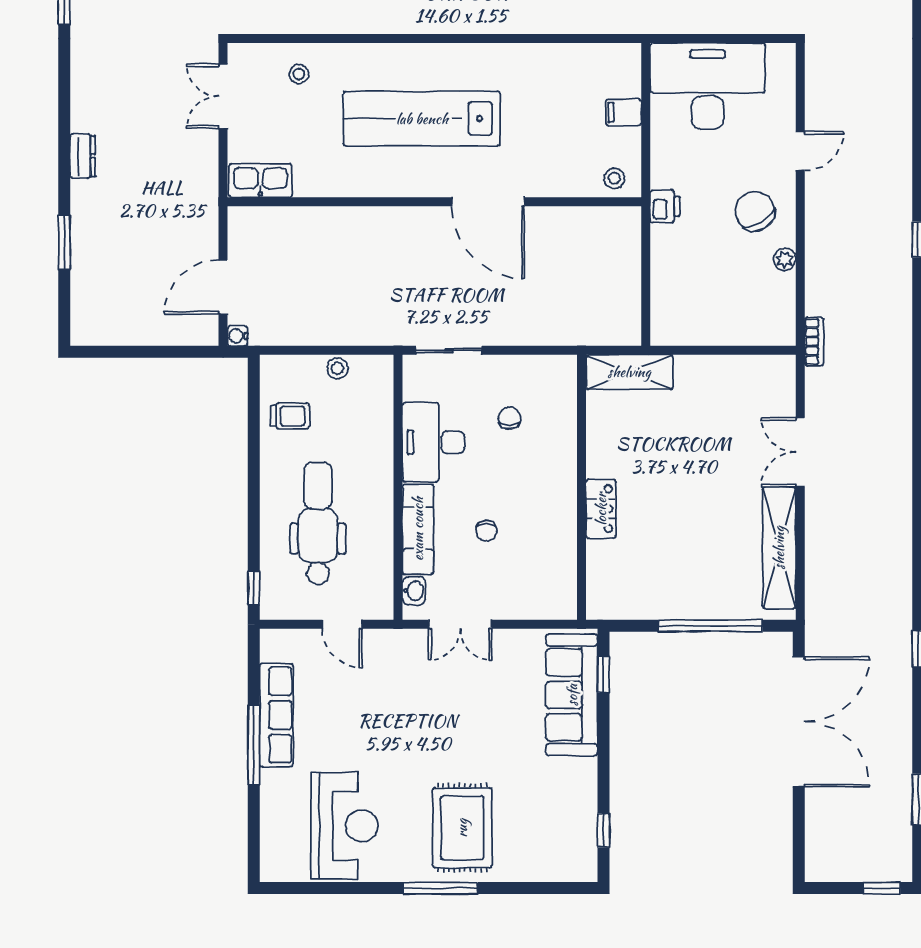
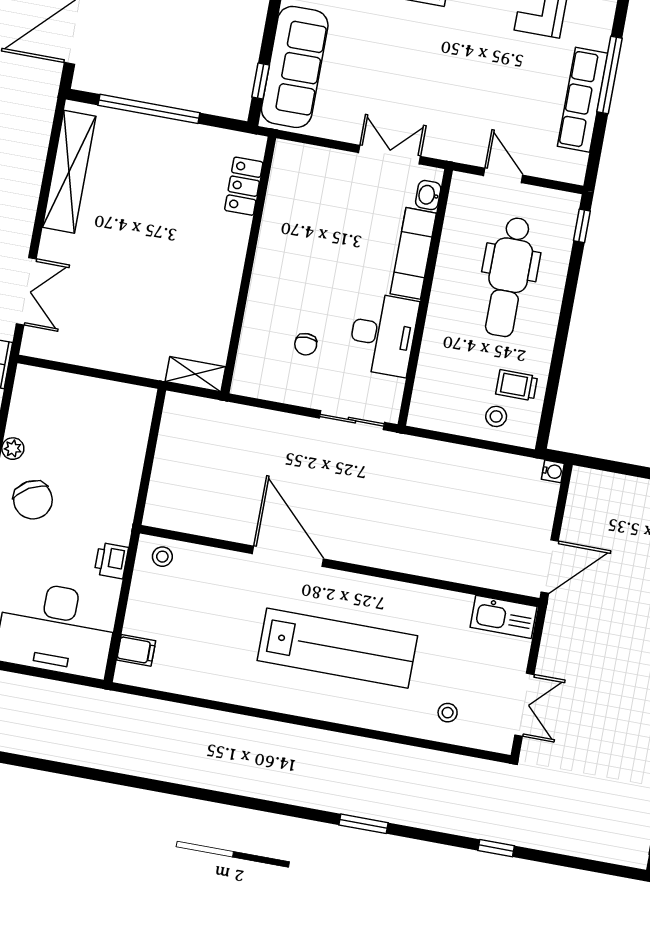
filing cabinet: (623, 112) -> (136, 650), moved
printer: (665, 206) -> (111, 561), moved
door: (223, 287) -> (550, 567), moved
stool: (337, 368) -> (496, 416), moved
shelving: (629, 372) -> (195, 374), width x0.67, depth x0.75
double door: (800, 452) -> (26, 291), moved
locker: (601, 509) -> (244, 186), moved
chair: (486, 531) -> (348, 240), removed

